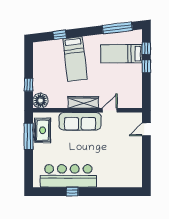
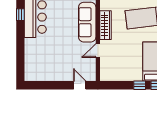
door: (110, 110) -> (98, 50), swing flipped

